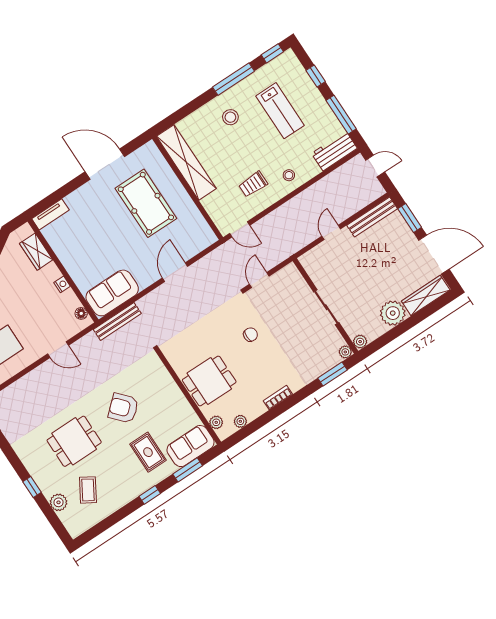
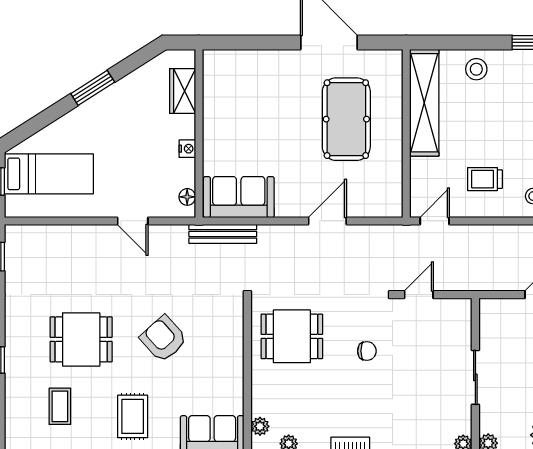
stool: (230, 117) -> (476, 69), moved
tv unit: (50, 214) -> (227, 59), removed
door: (240, 229) -> (435, 221), swing flipped
dining table: (209, 381) -> (292, 336), moved
rug: (148, 452) -> (133, 416), moved
coffee table: (88, 490) -> (60, 406), turned -31
plant: (58, 502) -> (16, 398), removed

